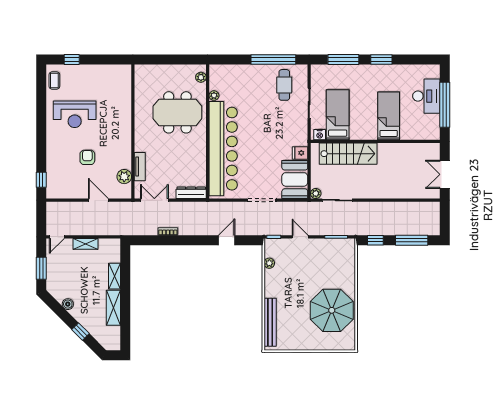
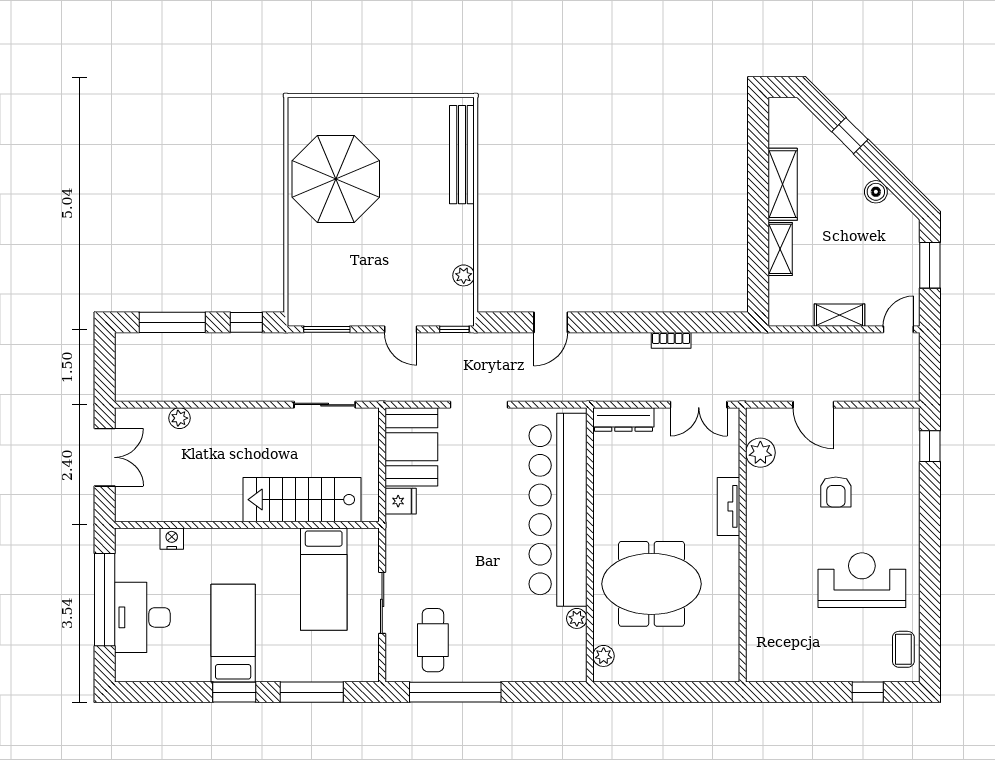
bed: (389, 116) -> (233, 633), moved, turned 180
nightstand: (320, 135) -> (172, 539), moved
tv unit: (140, 167) -> (729, 506), moved
plant: (316, 193) -> (179, 418), moved

